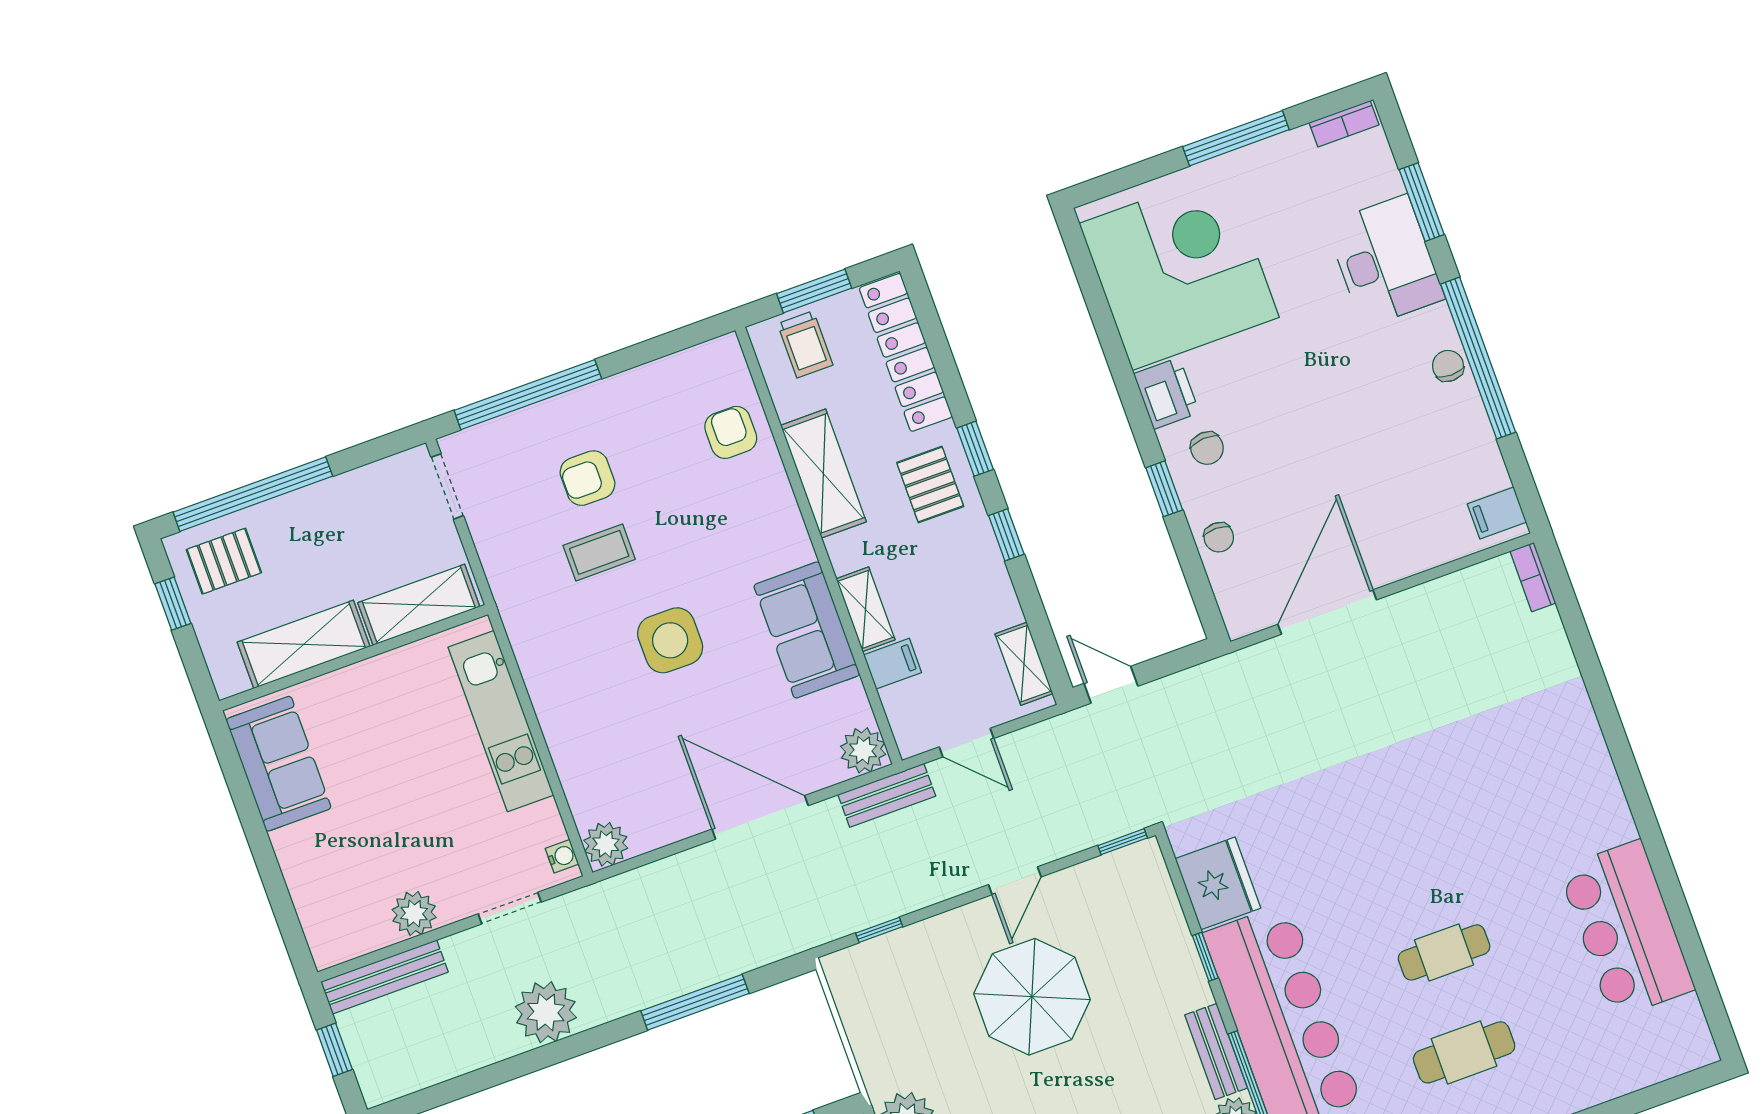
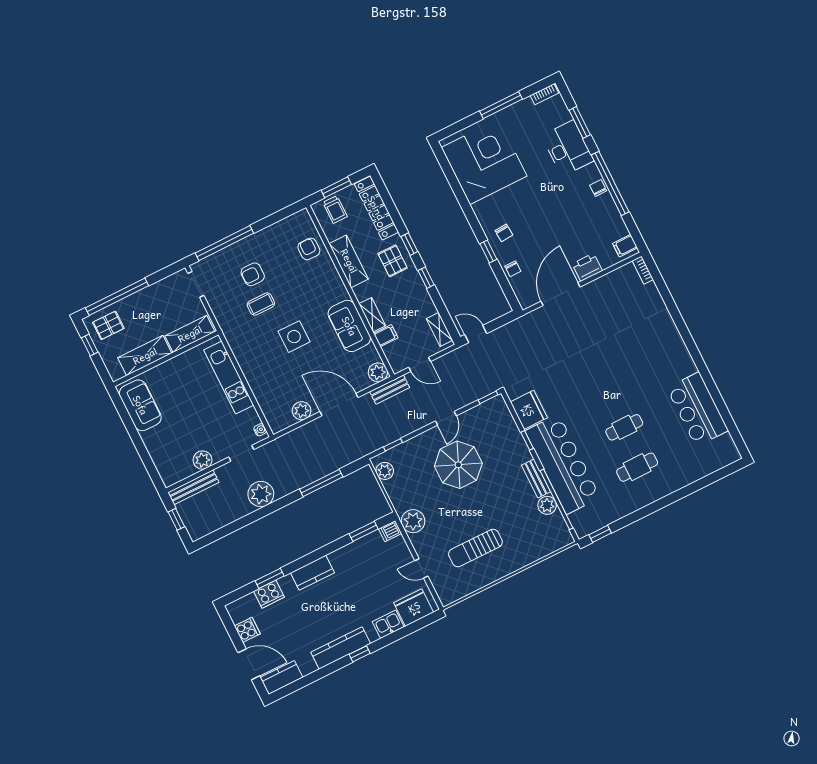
printer: (1166, 393) -> (587, 267), moved, turned -90
plant: (606, 844) -> (302, 411), moved
plant: (852, 991) -> (385, 471), added

